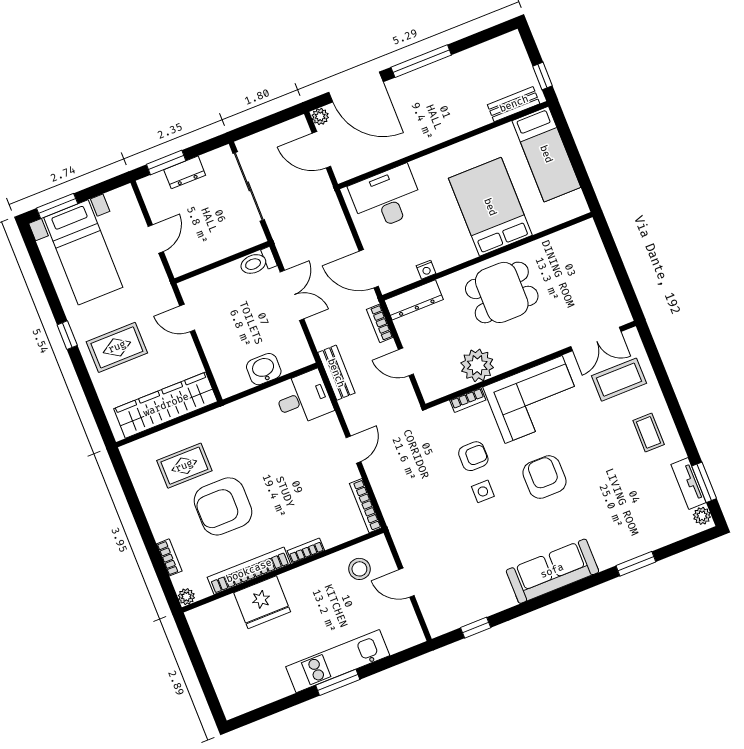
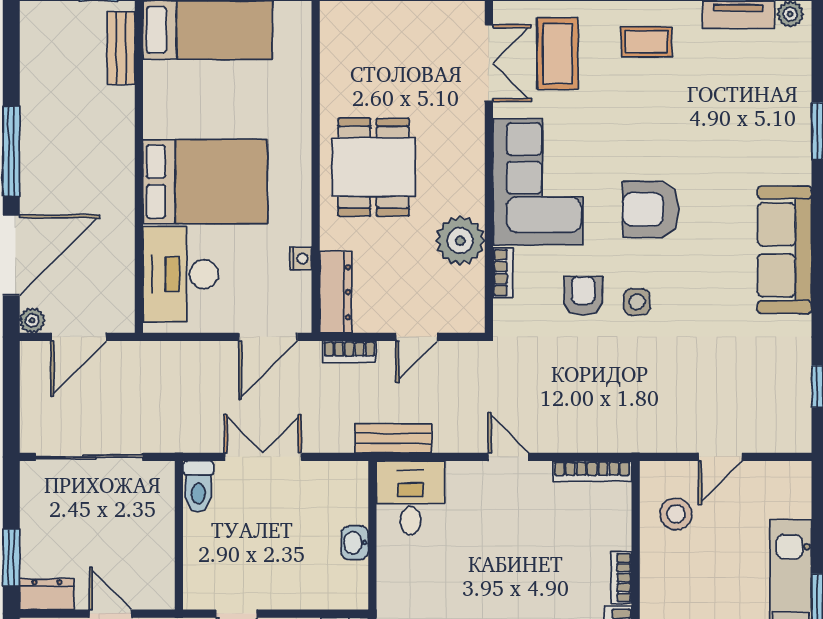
dresser: (185, 172) -> (47, 594), moved, turned -90
bed: (490, 207) -> (205, 182), moved, turned 180
washbasin: (264, 369) -> (355, 543), width x0.72, depth x0.69

